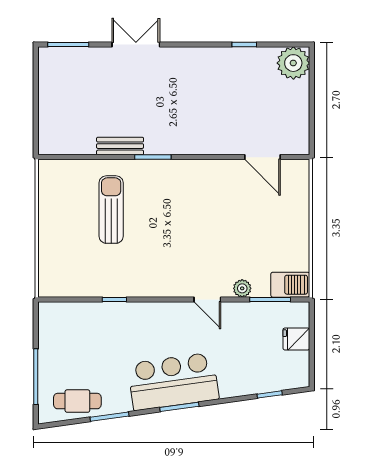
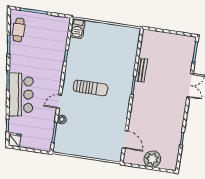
plant: (293, 63) -> (152, 159), moved
door: (263, 157) -> (125, 139), swing flipped
sun lounger: (111, 210) -> (90, 88), moved
barbecue: (290, 285) -> (78, 29), moved
fridge: (296, 339) -> (15, 140), moved
bar counter: (173, 381) -> (21, 94), moved

